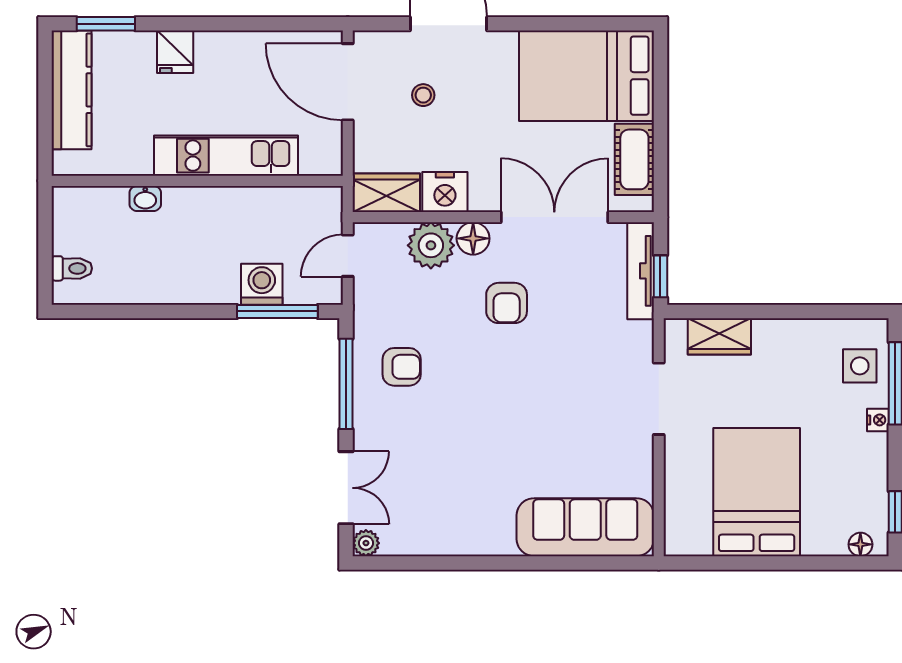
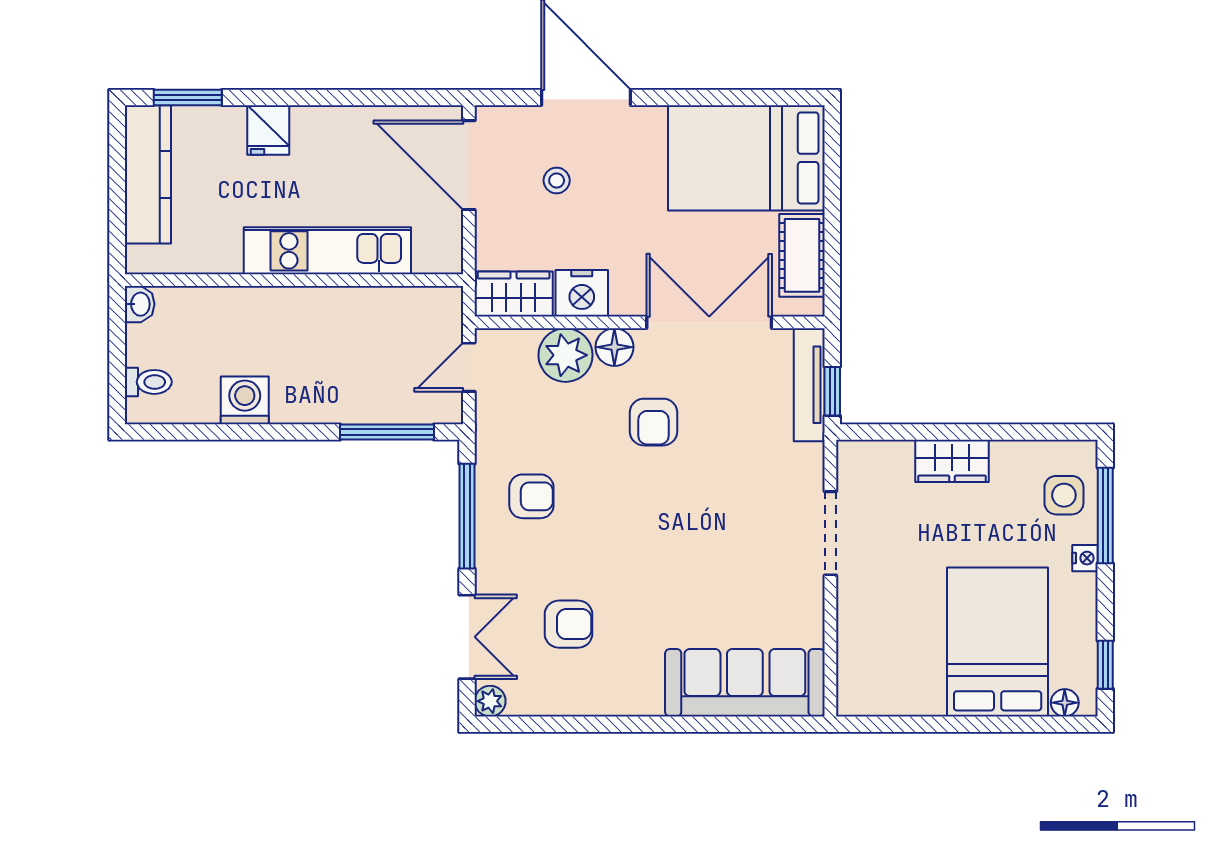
washbasin: (145, 198) -> (140, 304), moved, turned -90
washing machine: (262, 284) -> (245, 400), moved
wardrobe: (719, 336) -> (952, 461), moved
armchair: (433, 477) -> (568, 624), added
bed: (757, 492) -> (998, 642), moved

